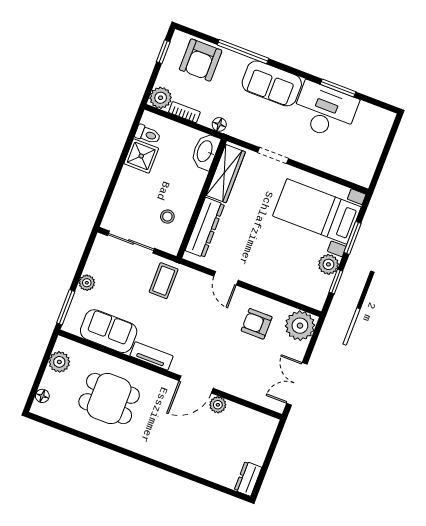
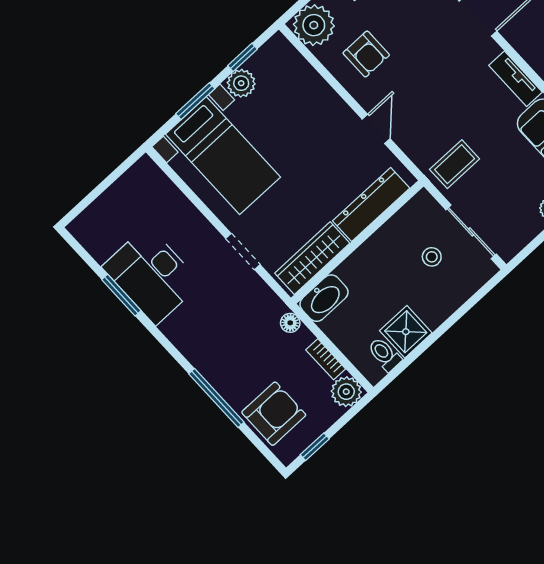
sofa: (272, 83) -> (200, 341), removed
stool: (167, 217) -> (432, 257), moved

